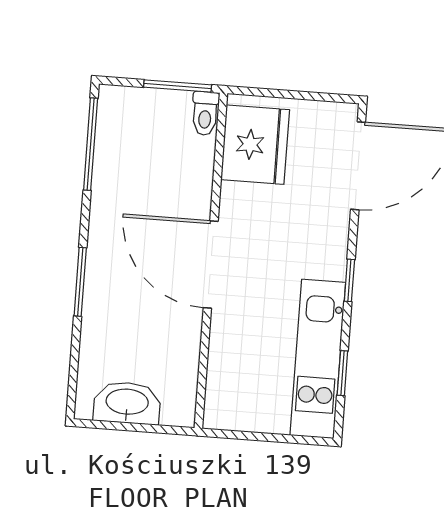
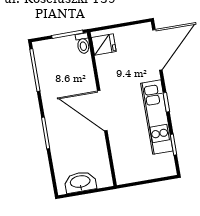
fridge: (255, 145) -> (104, 45), width x0.53, depth x0.75
kitchen unit: (318, 359) -> (157, 117), moved

